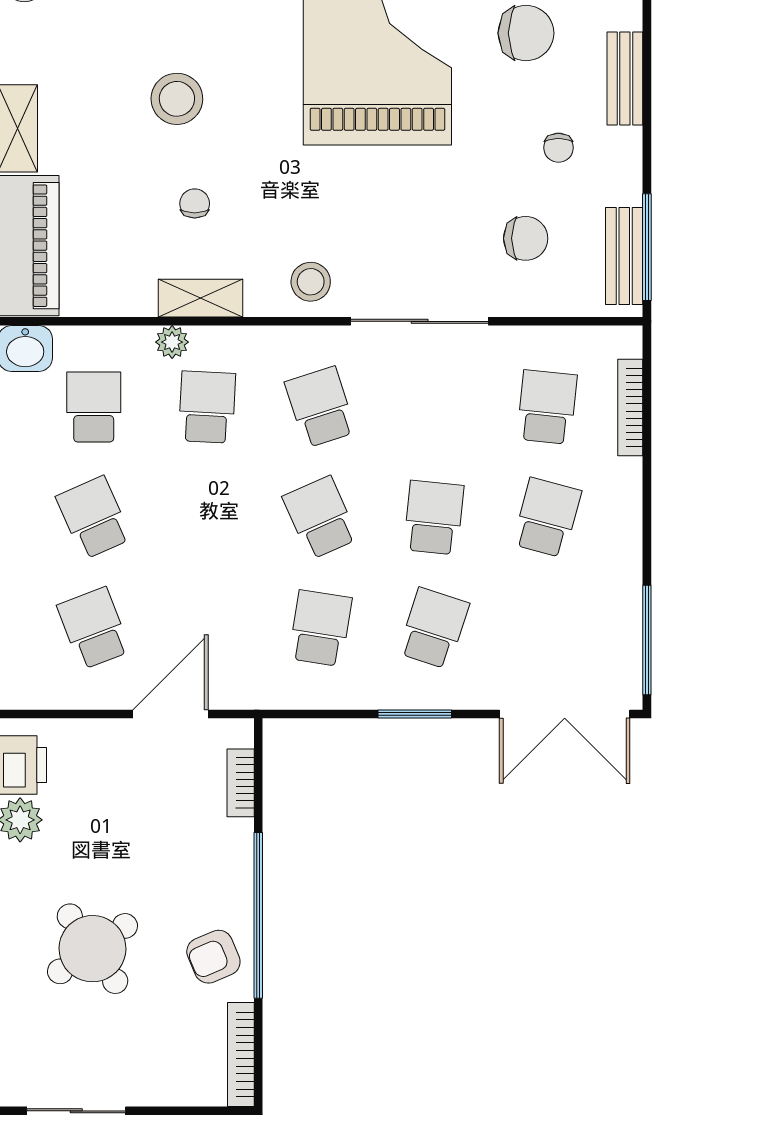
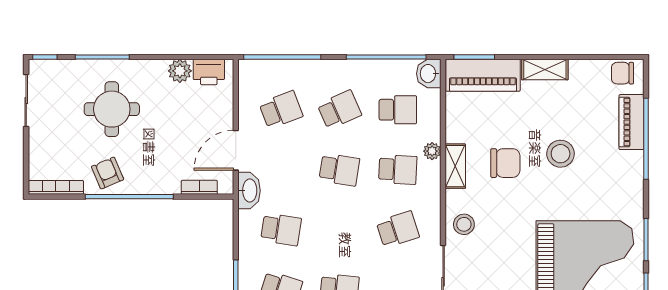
chair: (195, 203) -> (505, 163), width x1.87, depth x1.87
school desk: (320, 518) -> (339, 170), moved, turned 33
washbasin: (247, 689) -> (249, 191), added
door: (170, 714) -> (236, 150), swing flipped
round table: (92, 949) -> (112, 109), turned 35

